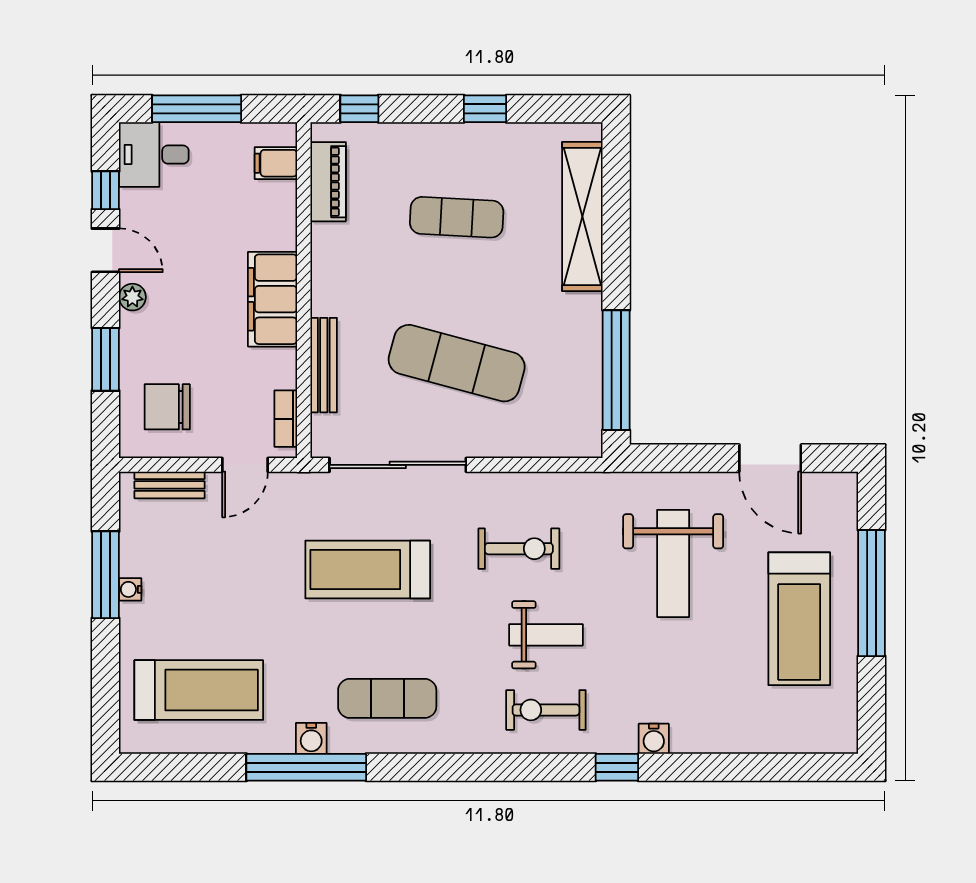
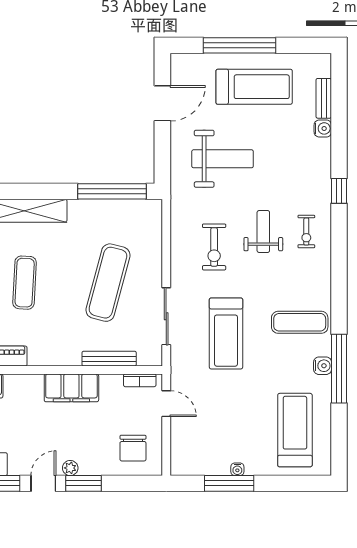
window: (106, 359) -> (83, 483), moved
sliding door: (398, 465) -> (166, 316), width x0.73
bench: (169, 485) -> (324, 98), moved
exercise bike: (519, 549) -> (214, 247), turned 180
exercise mat: (387, 698) -> (300, 322), turned 90
exercise bike: (546, 710) -> (306, 232), width x0.73, depth x0.72
water cooler: (654, 739) -> (323, 128), moved

